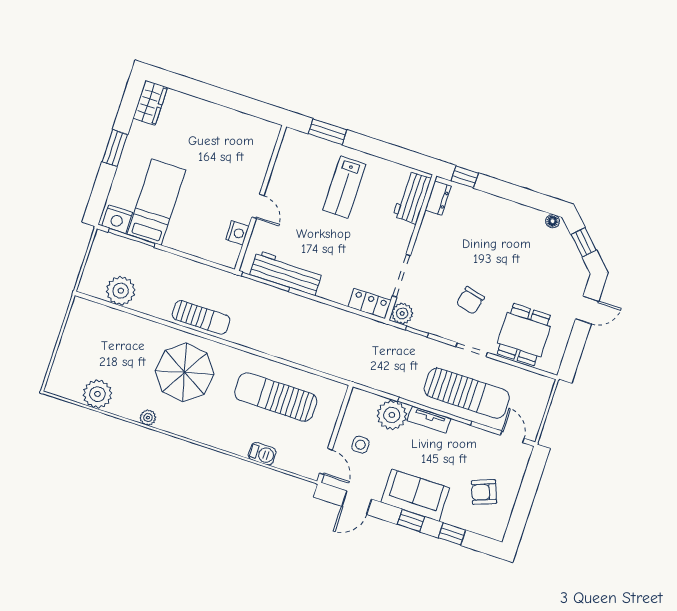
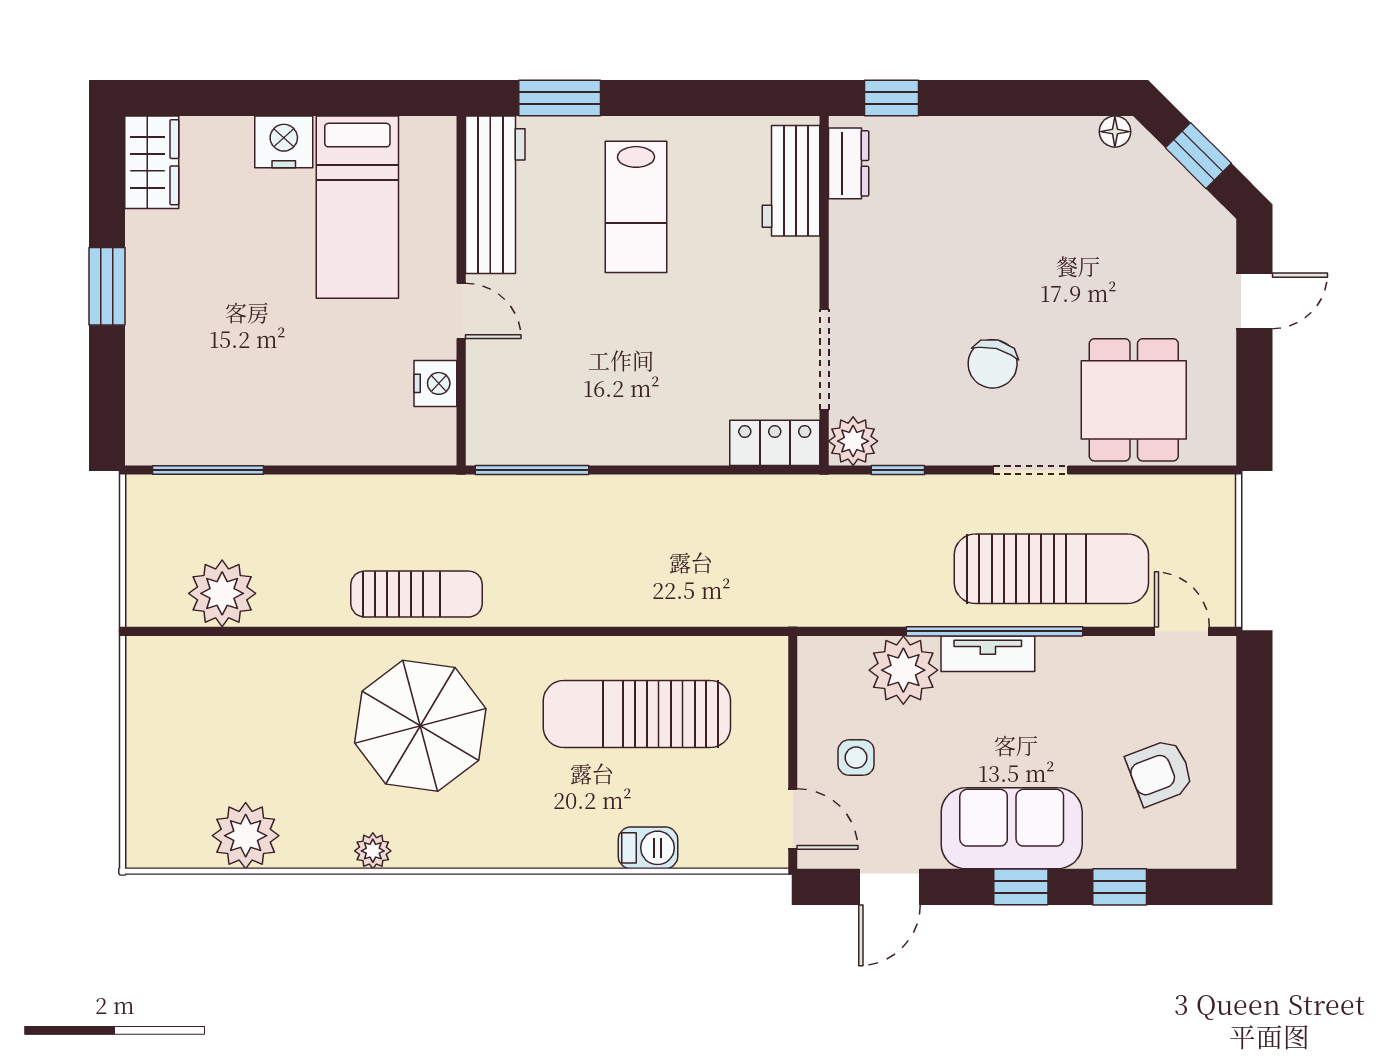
bed: (156, 202) -> (357, 207), moved, turned 180
nightstand: (117, 219) -> (284, 142), moved, turned 180
workbench: (286, 273) -> (495, 195), moved, turned 90

